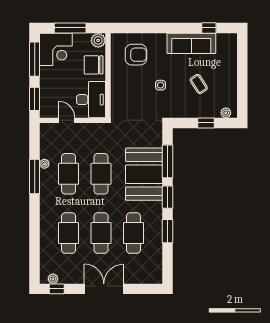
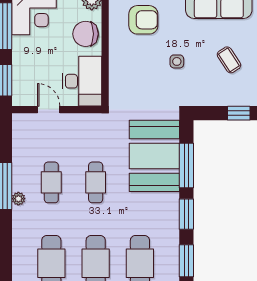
plant: (44, 164) -> (18, 199), moved
cafe table: (69, 174) -> (51, 182), width x0.73, depth x0.74
cafe table: (101, 174) -> (96, 182), width x0.73, depth x0.74
booth: (144, 174) -> (154, 156), moved

